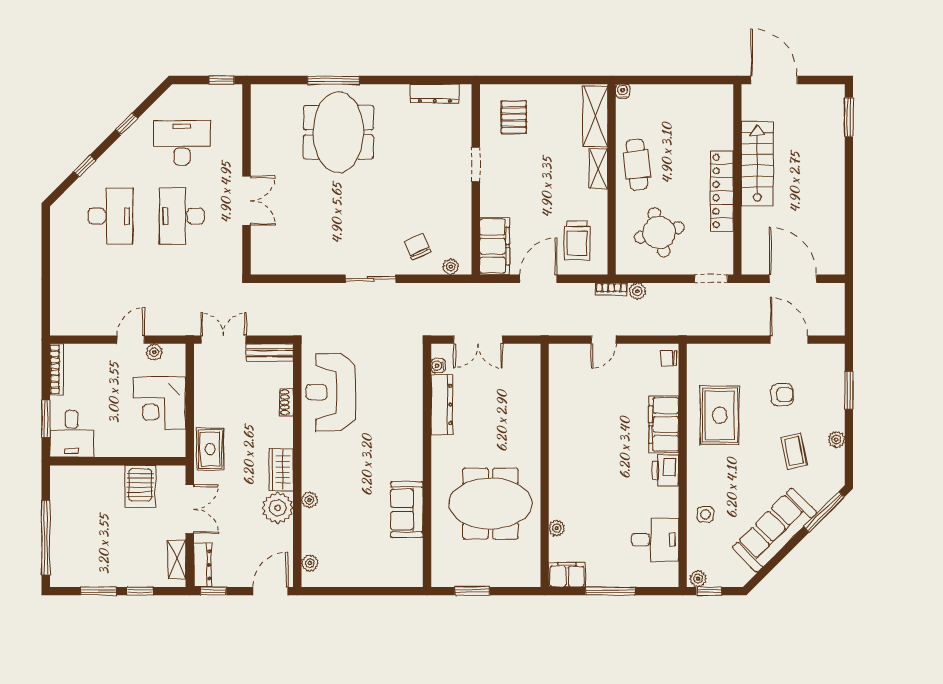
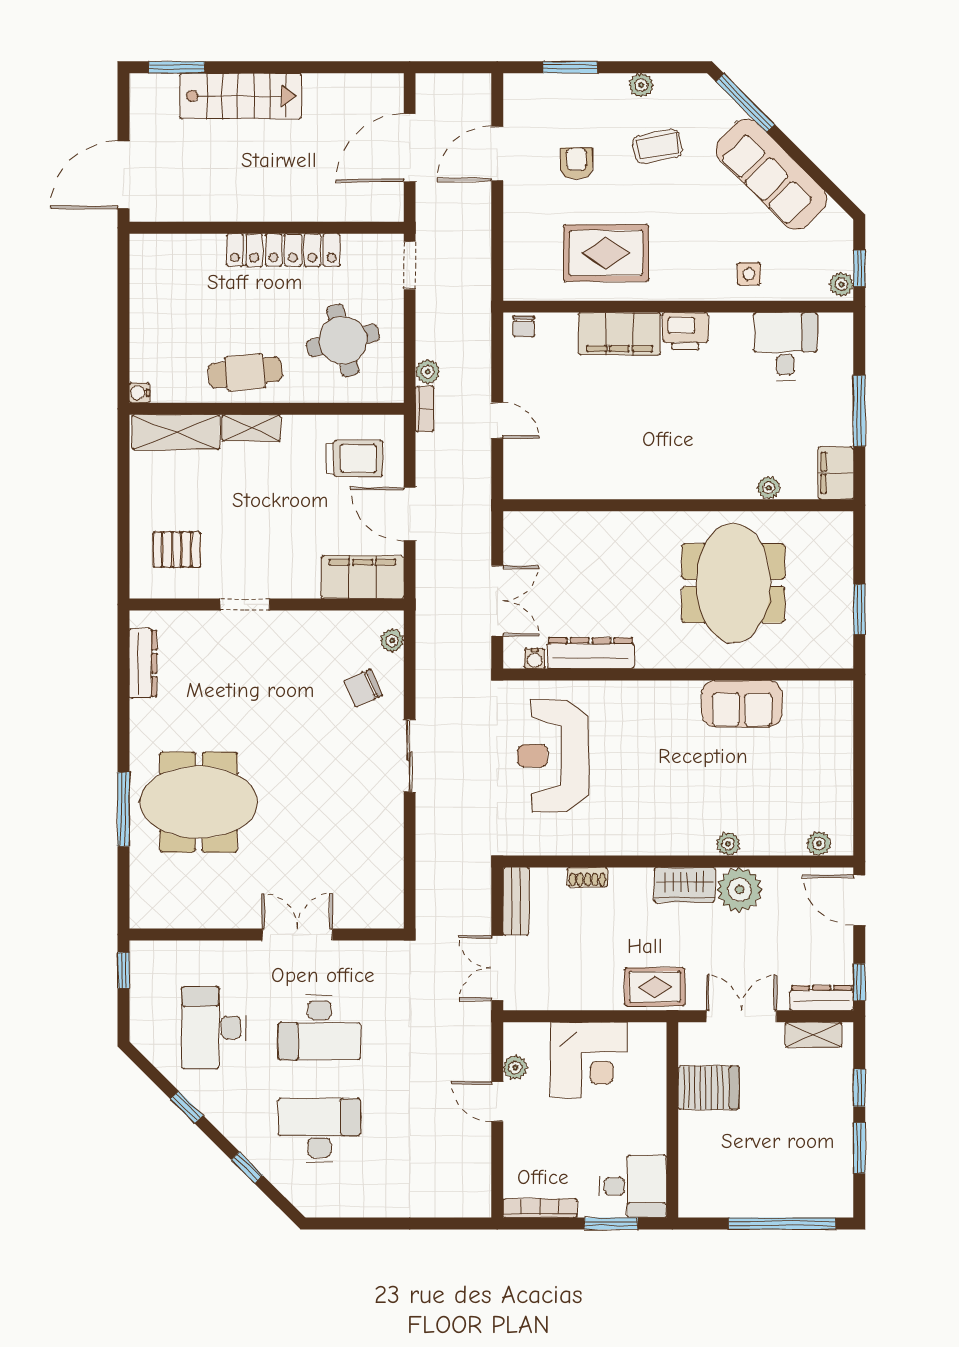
stairs: (757, 164) -> (241, 96), moved, turned 180
reception desk: (331, 392) -> (553, 756), moved, turned 90

